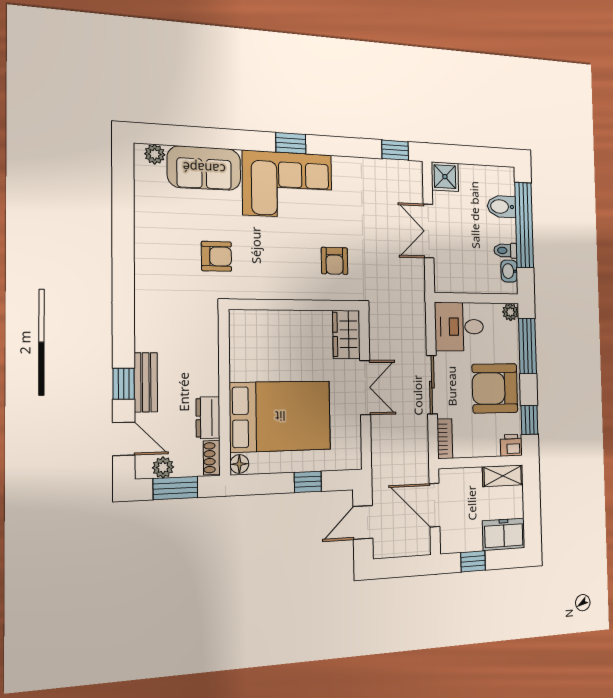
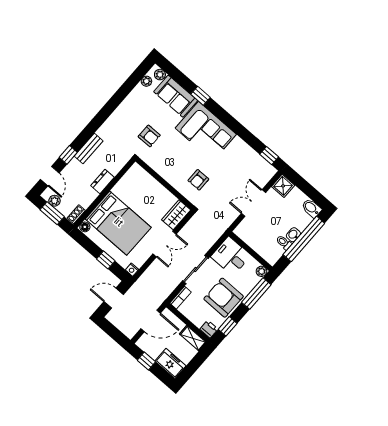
window: (291, 143) -> (201, 96), moved
plant: (144, 180) -> (146, 81), added
bidet: (502, 207) -> (311, 208), moved
washbasin: (509, 271) -> (293, 235), moved
bench: (146, 382) -> (89, 148), moved
dresser: (208, 418) -> (103, 181), moved
nightstand: (353, 462) -> (132, 270), added
door: (434, 505) -> (151, 321), swing flipped

